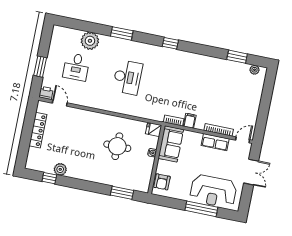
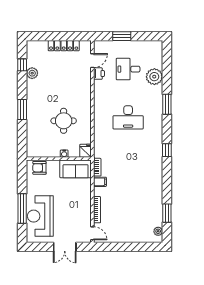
printer: (46, 93) -> (99, 74), moved
row of seats: (215, 142) -> (85, 209), removed
window: (122, 193) -> (22, 110), moved

